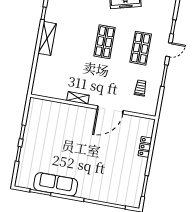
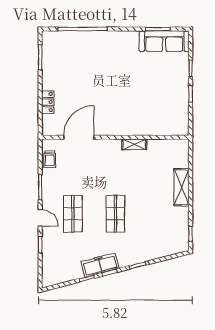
shelving: (47, 38) -> (181, 187), moved
door: (169, 50) -> (40, 218), swing flipped
trolley: (141, 88) -> (50, 159), moved
door: (110, 110) -> (79, 137), moved
sofa: (56, 184) -> (164, 41), moved

